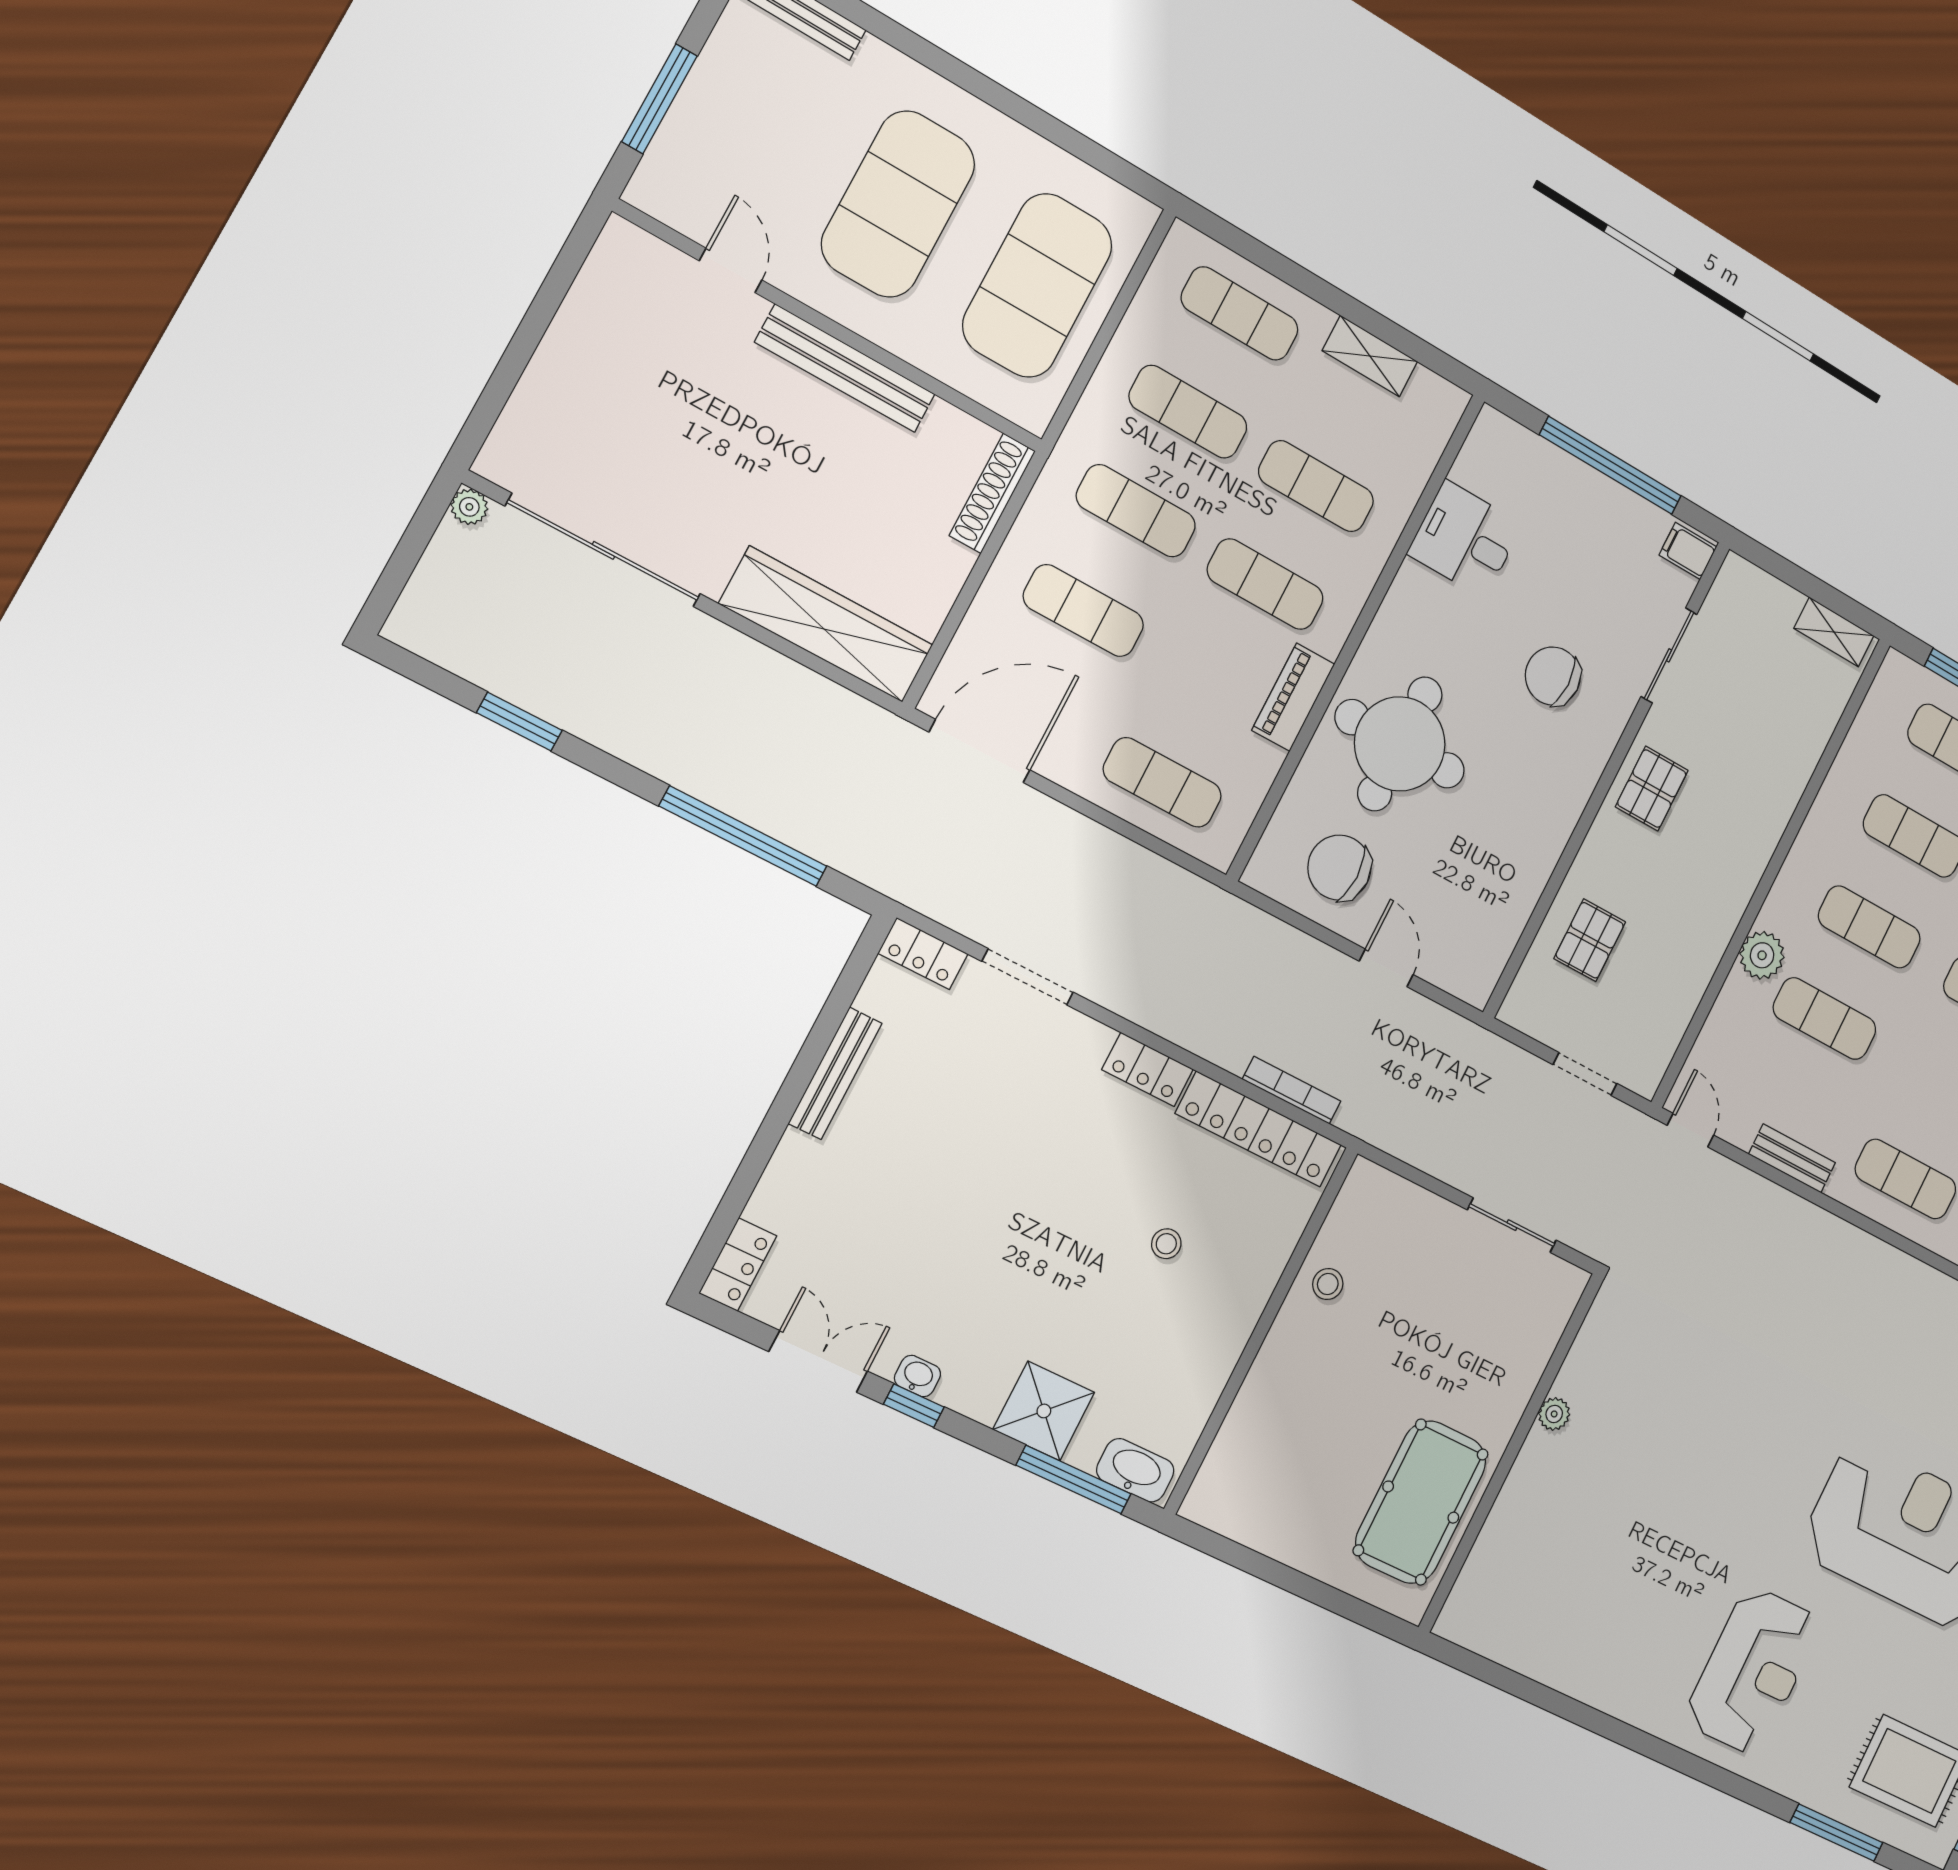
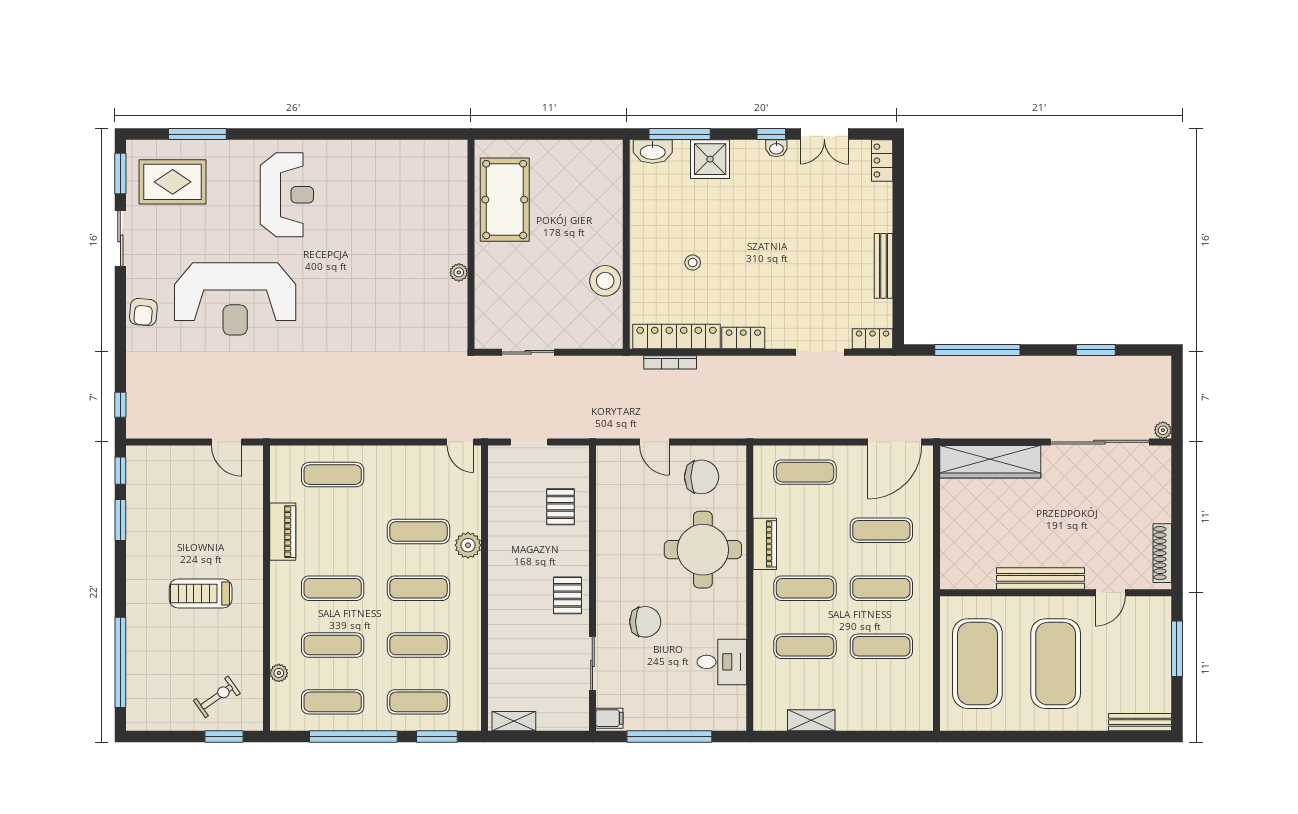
door: (731, 270) -> (1110, 593), hinge flipped
exercise mat: (1240, 314) -> (881, 704), removed
shoe rack: (992, 493) -> (1162, 553), moved, turned 180
bench: (1792, 1158) -> (399, 455), removed
stool: (1328, 1284) -> (605, 281), width x1.89, depth x1.89
reception desk: (1753, 1671) -> (287, 195), turned 180

